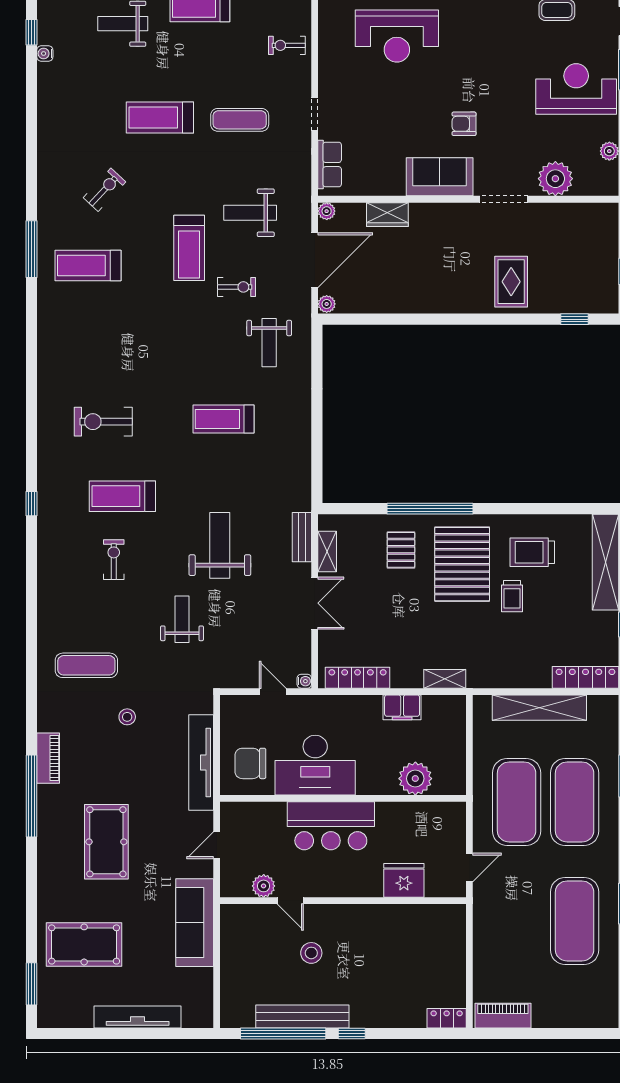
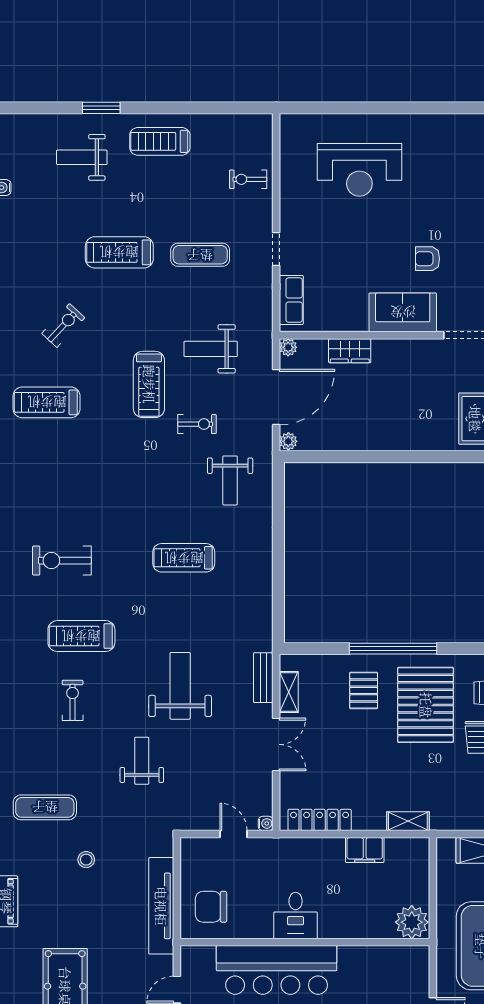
desk: (315, 765) -> (296, 915), width x0.53, depth x0.77
plant: (415, 779) -> (412, 922), moved
bar counter: (331, 826) -> (277, 970), width x1.36

